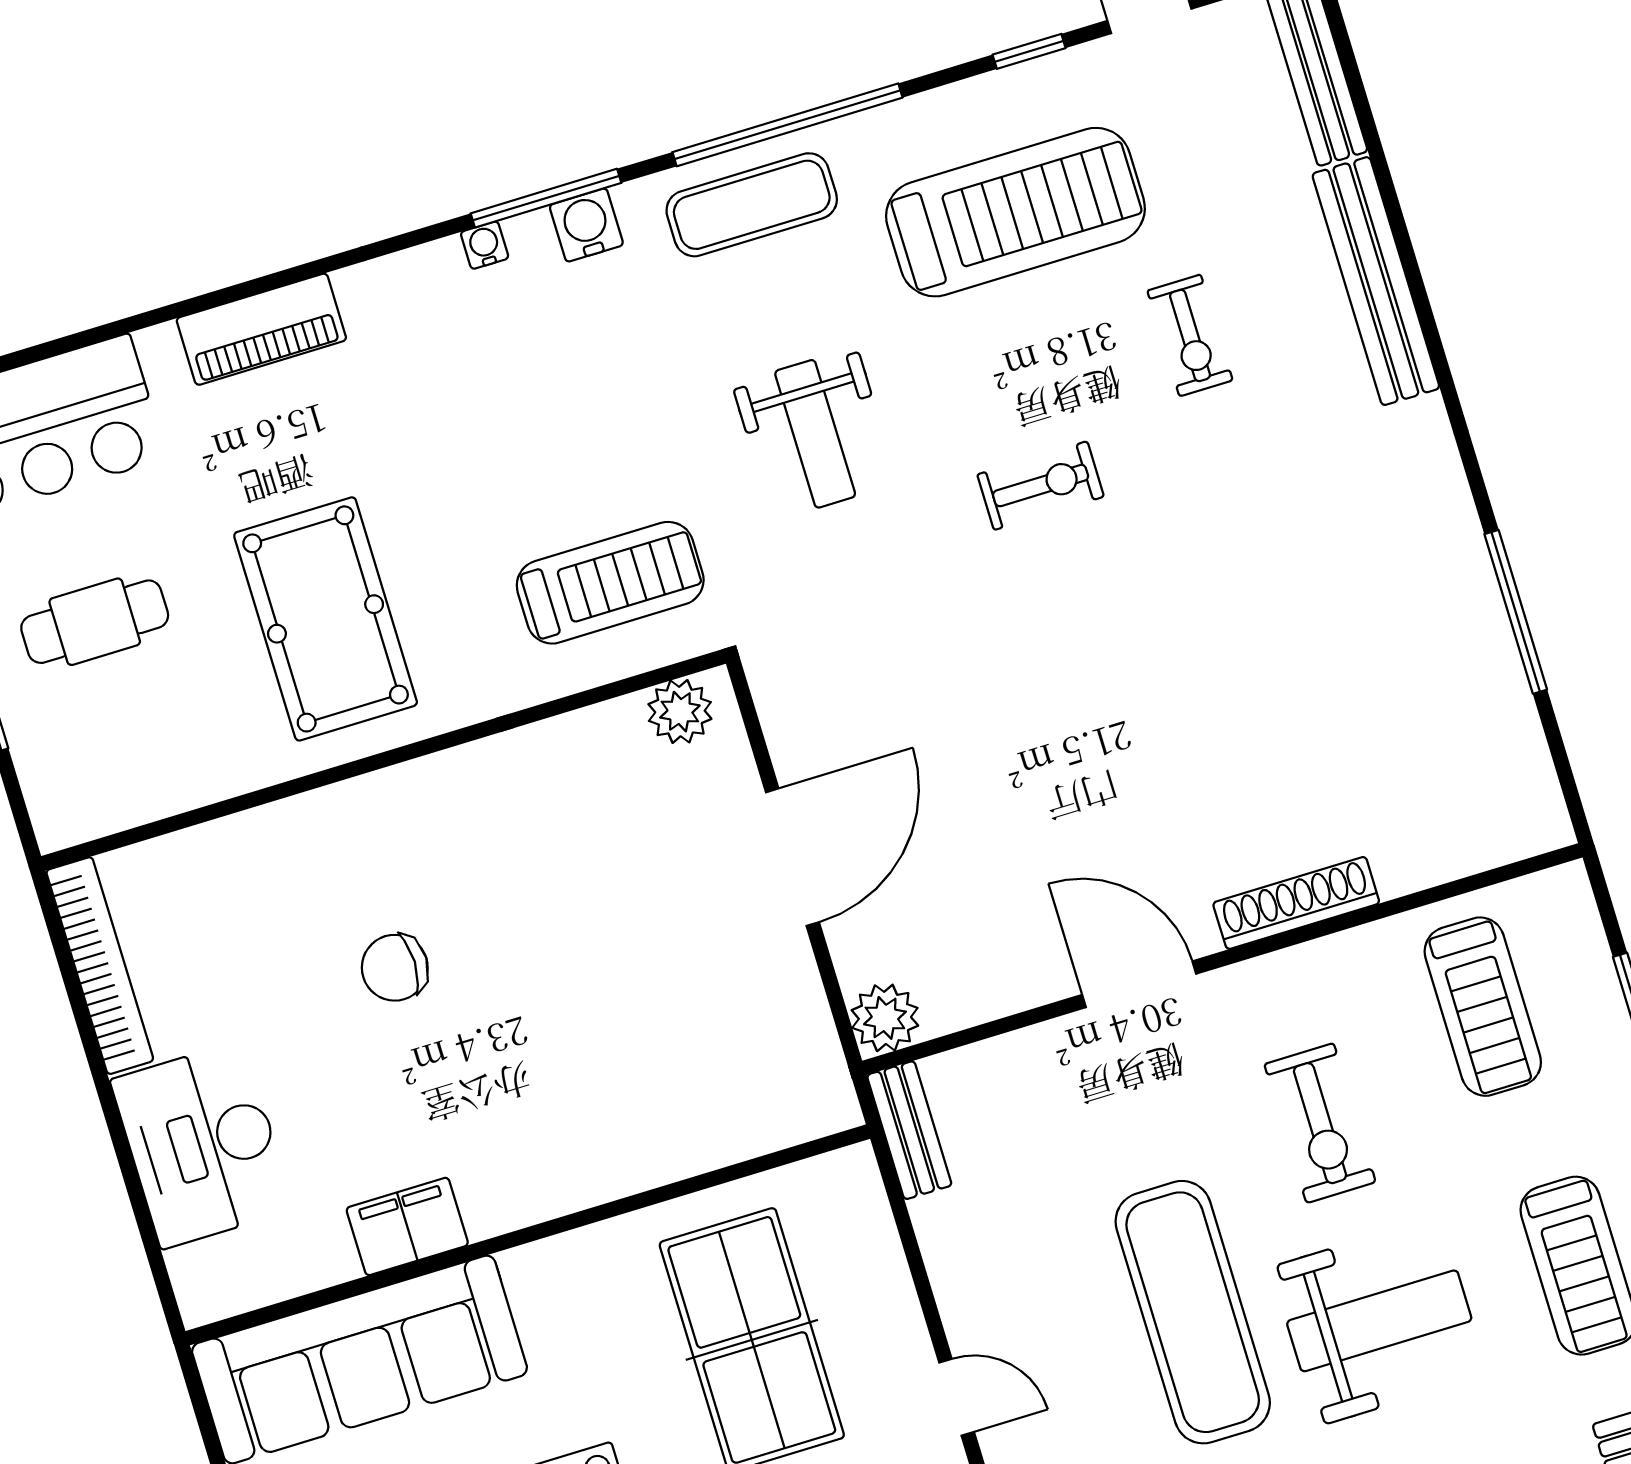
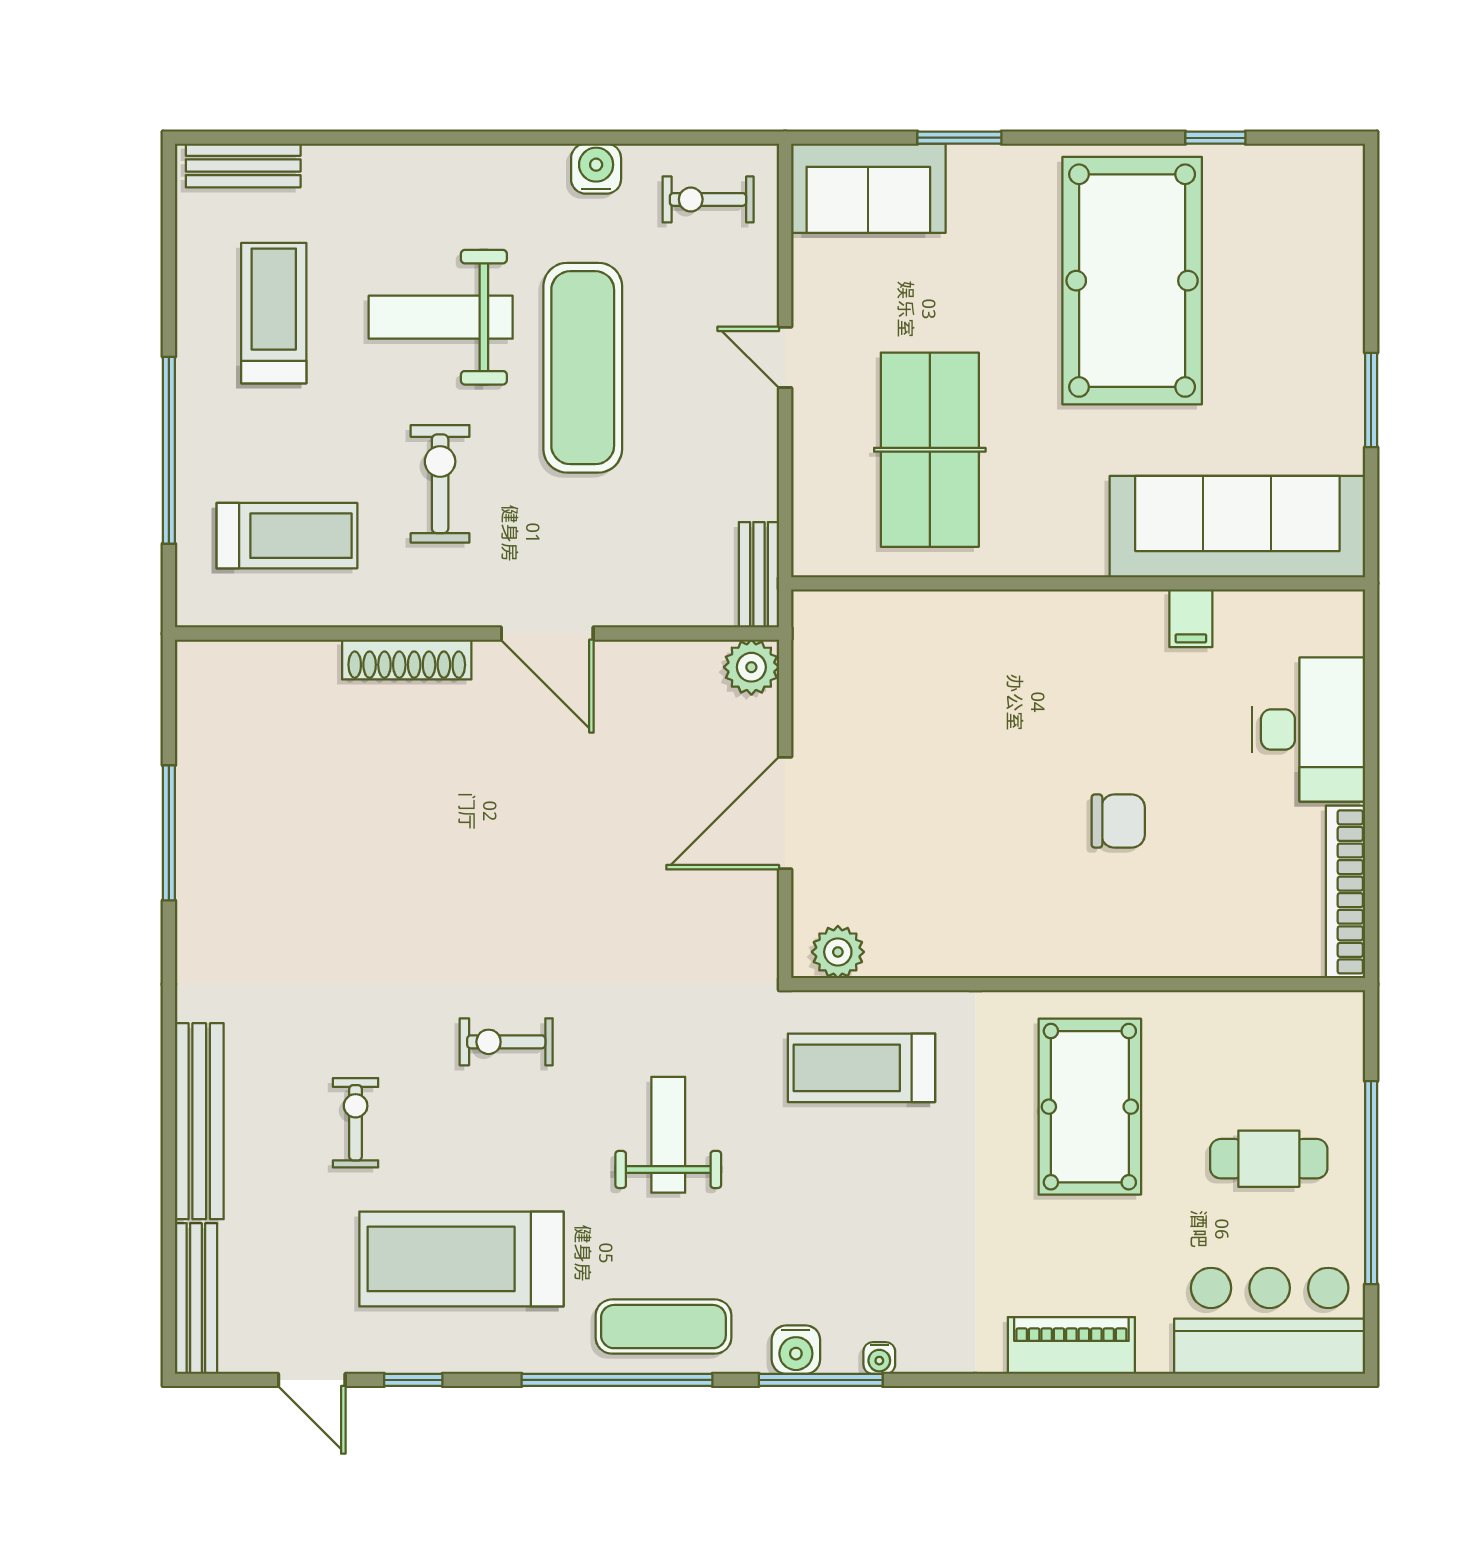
treadmill: (1483, 1007) -> (287, 536), turned 90
filing cabinet: (407, 1226) -> (1191, 618), width x0.50

